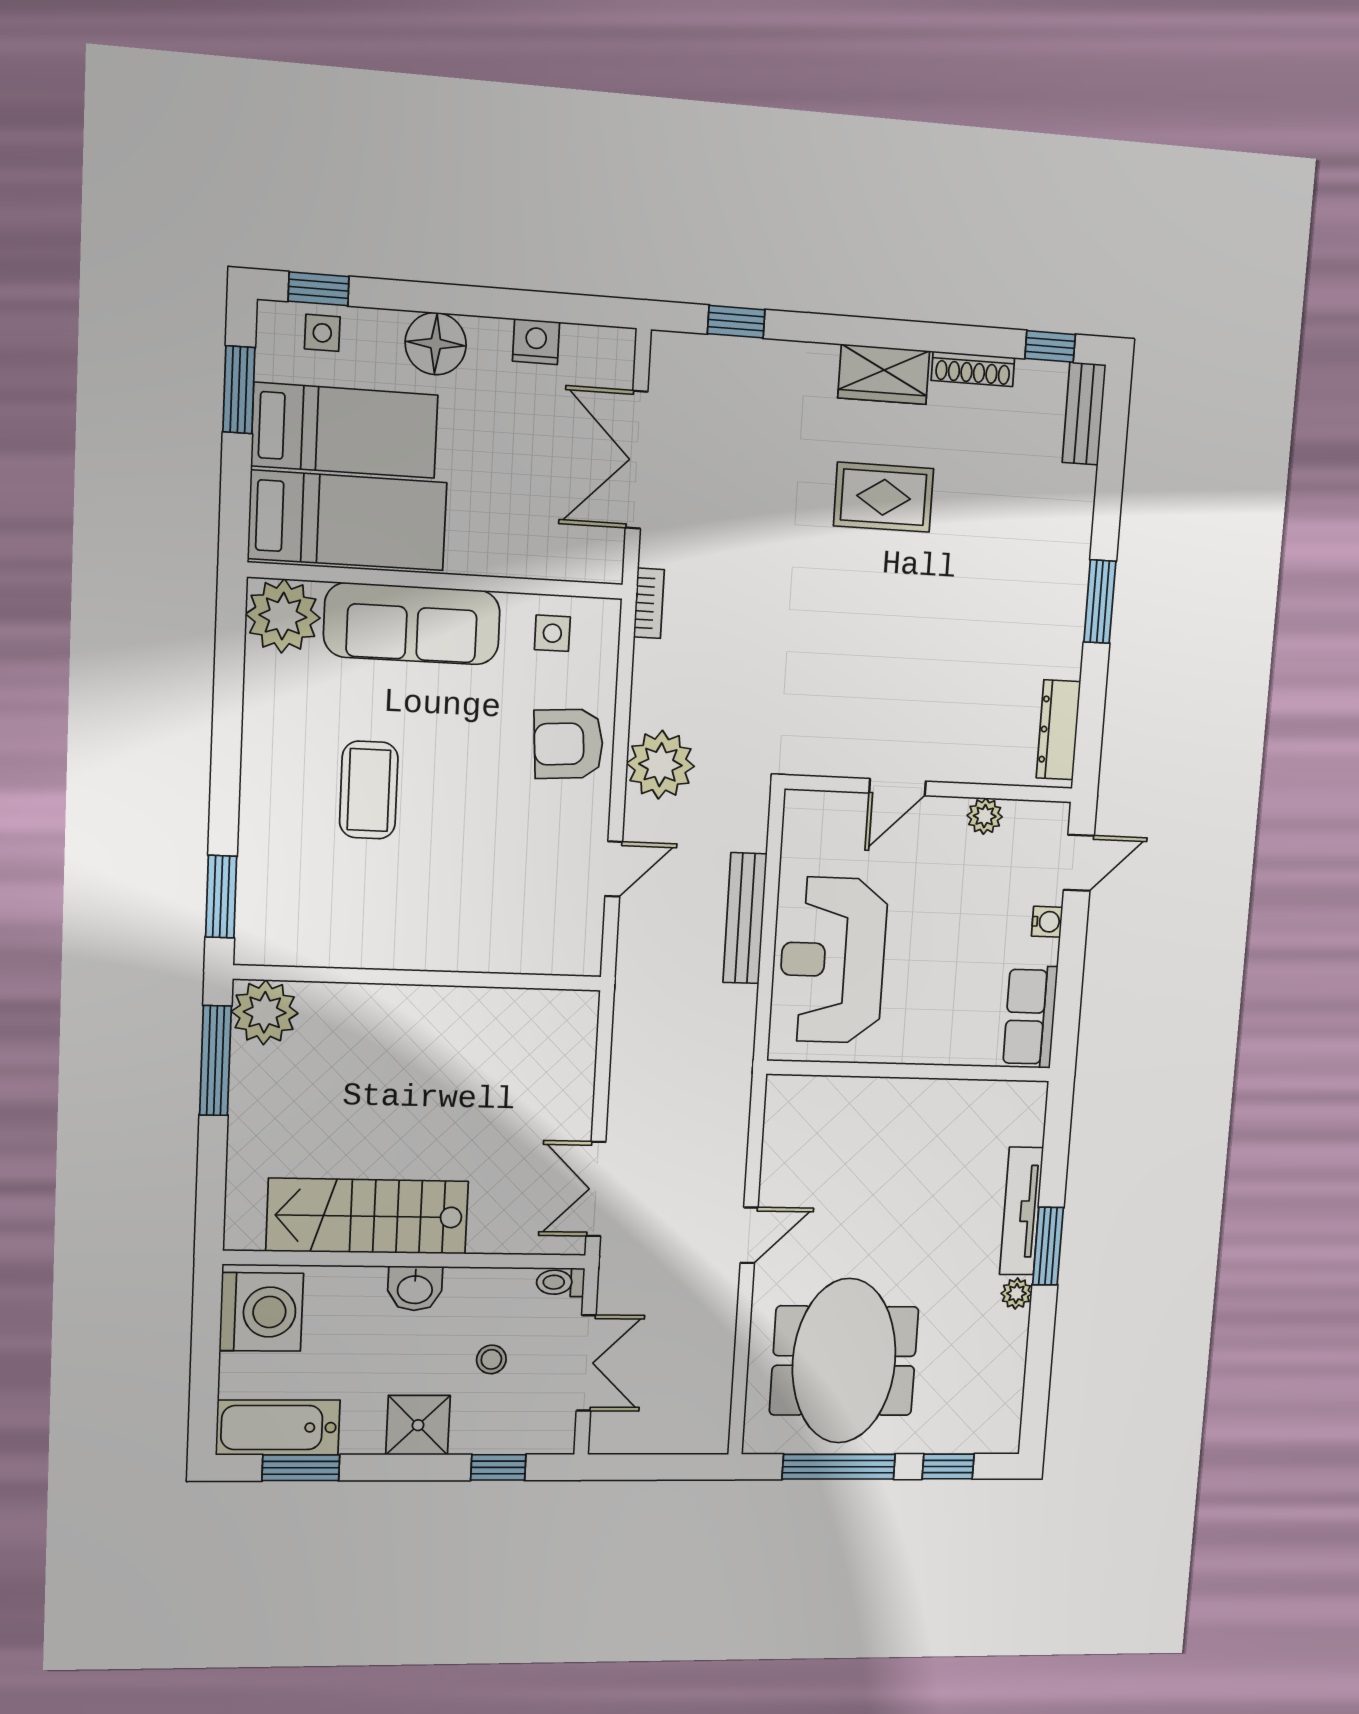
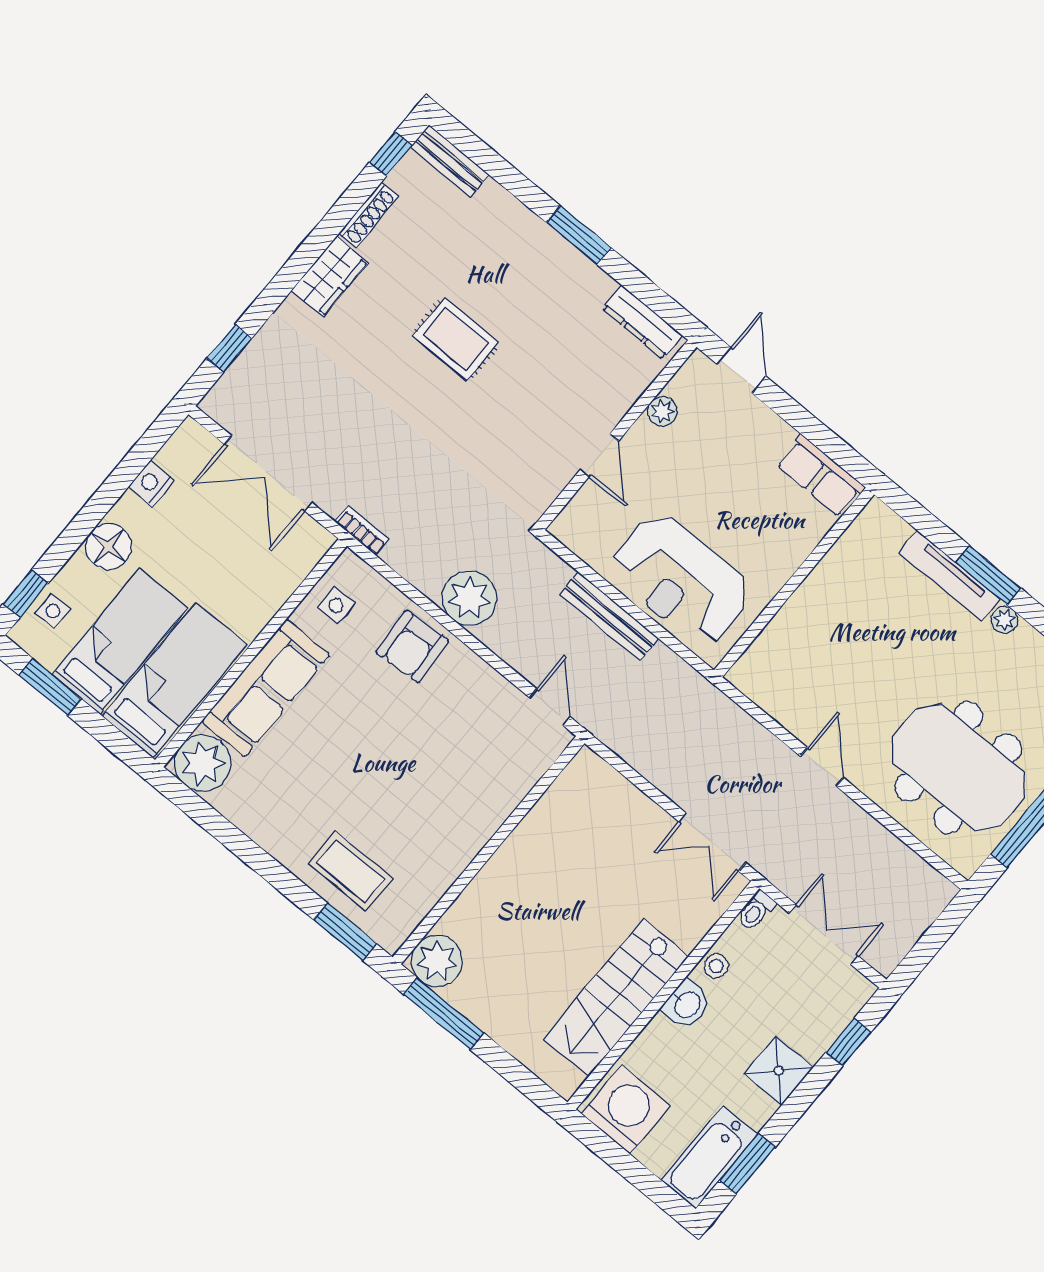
rug: (884, 497) -> (456, 339), moved, turned 90
coffee table: (369, 790) -> (351, 871), moved
door: (614, 869) -> (550, 707), moved
water cooler: (1047, 922) -> (765, 419), removed
stool: (491, 1359) -> (716, 966), moved

